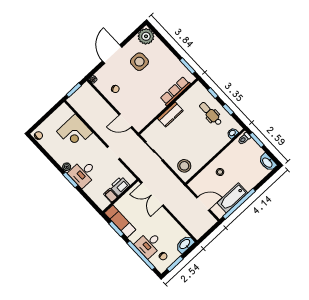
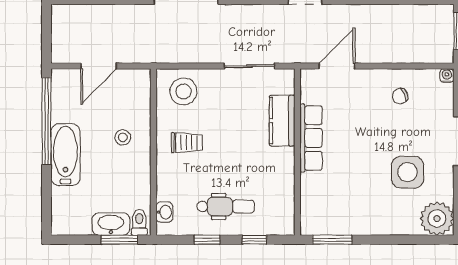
row of seats: (175, 91) -> (311, 138), moved
kitchen counter: (170, 115) -> (282, 121), moved
trolley: (201, 148) -> (187, 143), added
washbasin: (268, 162) -> (111, 224), moved
bathtub: (232, 198) -> (65, 155), moved

